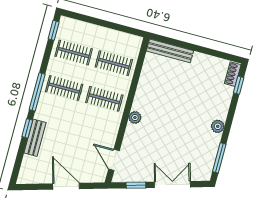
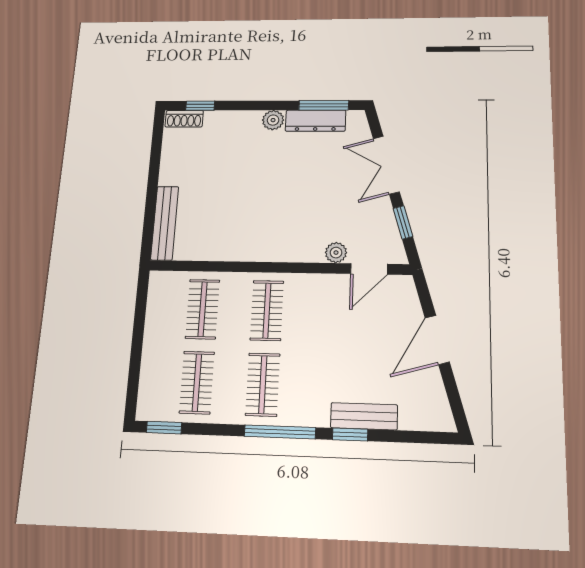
plant: (135, 117) -> (336, 253), moved
dresser: (211, 151) -> (316, 121), added

